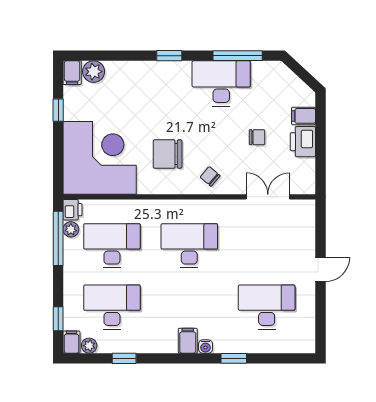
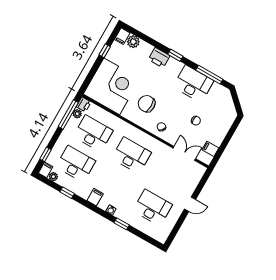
filing cabinet: (304, 116) -> (210, 149), moved
printer: (303, 142) -> (159, 58), moved, turned -90
filing cabinet: (188, 341) -> (95, 197), moved

